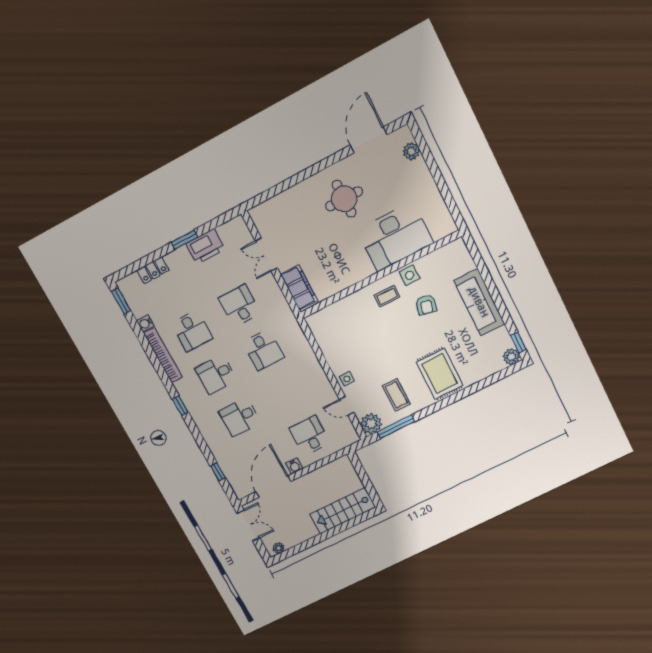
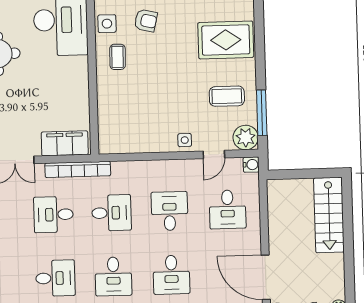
bookcase: (284, 308) -> (78, 169), added
desk: (287, 393) -> (170, 211), added
desk: (310, 435) -> (228, 209), turned -90
water cooler: (294, 466) -> (251, 165), moved

